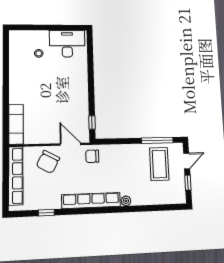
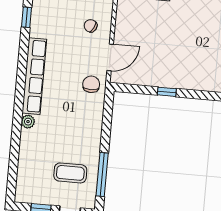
window: (92, 122) -> (167, 92), moved
chair: (48, 162) -> (91, 26), width x0.54, depth x0.54
coffee table: (159, 164) -> (70, 173), width x0.73, depth x0.76

